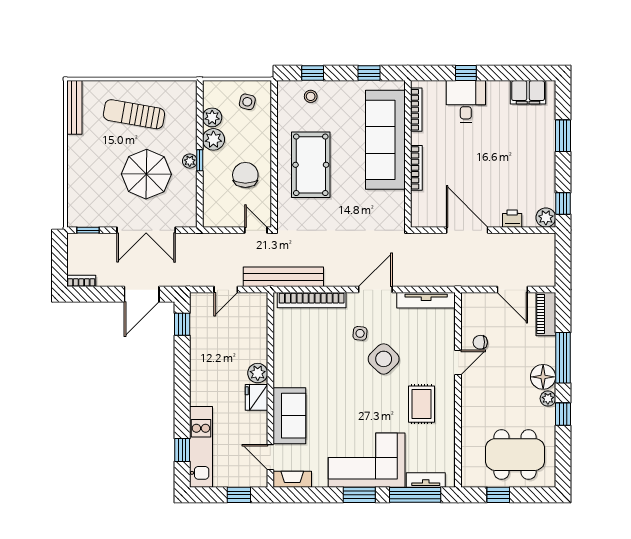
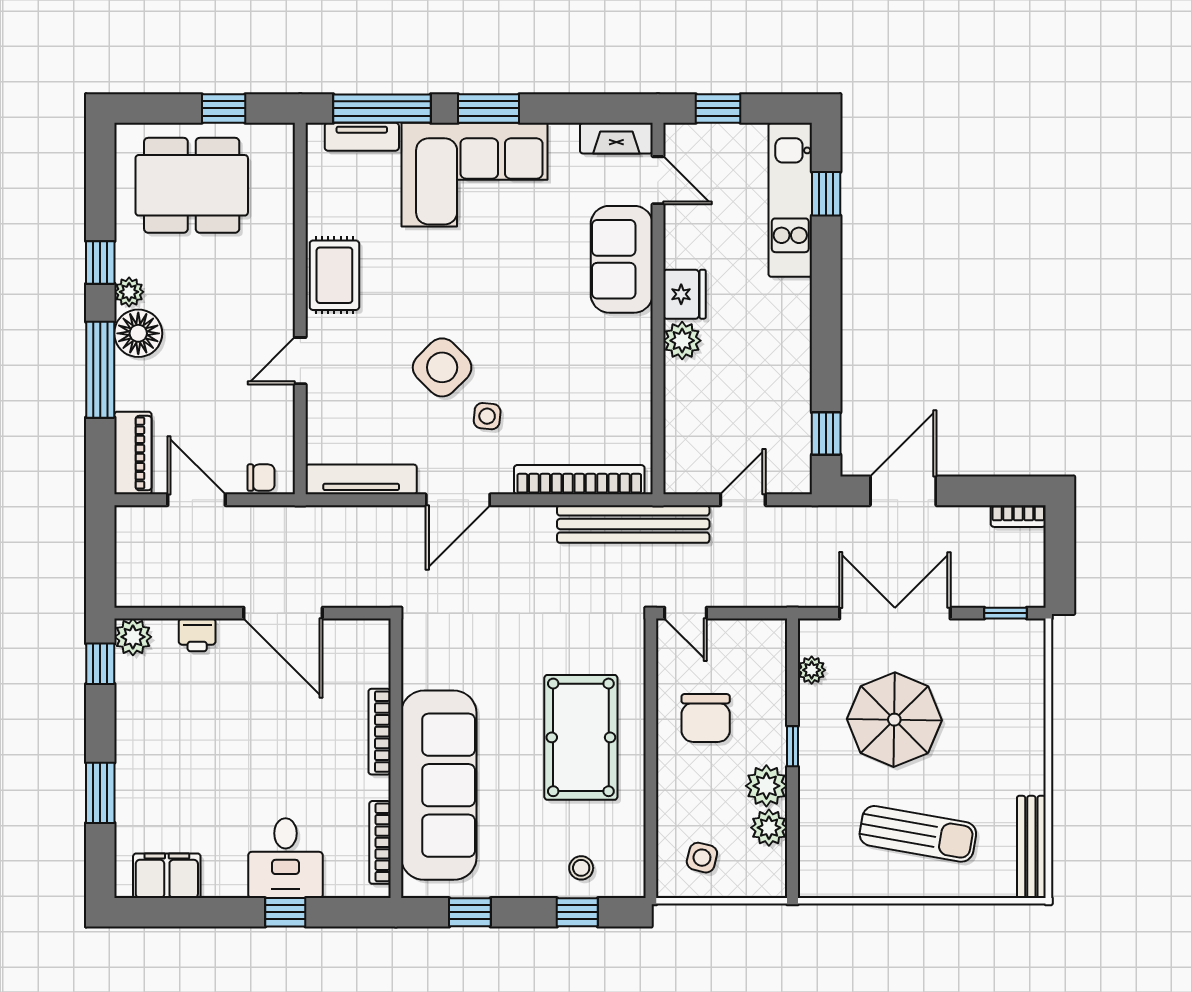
plant: (190, 161) -> (812, 670), moved
chair: (480, 342) -> (261, 478), moved
rug: (421, 404) -> (334, 275), moved

